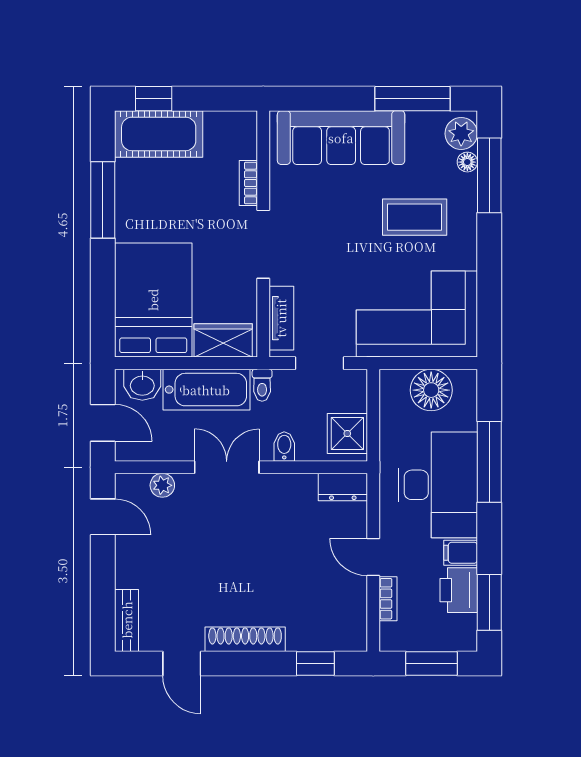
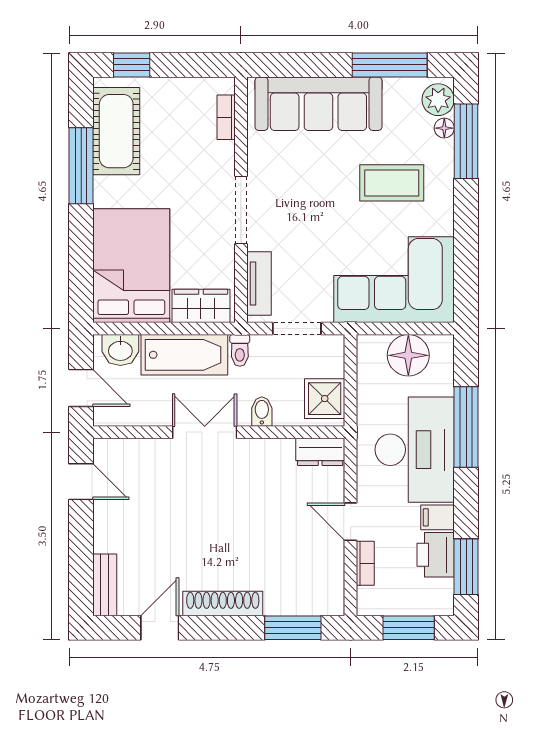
cot: (159, 134) -> (116, 131), moved, turned 90
bookcase: (248, 183) -> (226, 117), moved
plant: (162, 485) -> (140, 450), removed
door: (182, 663) -> (160, 628), swing flipped
window: (315, 663) -> (293, 628), width x1.50

